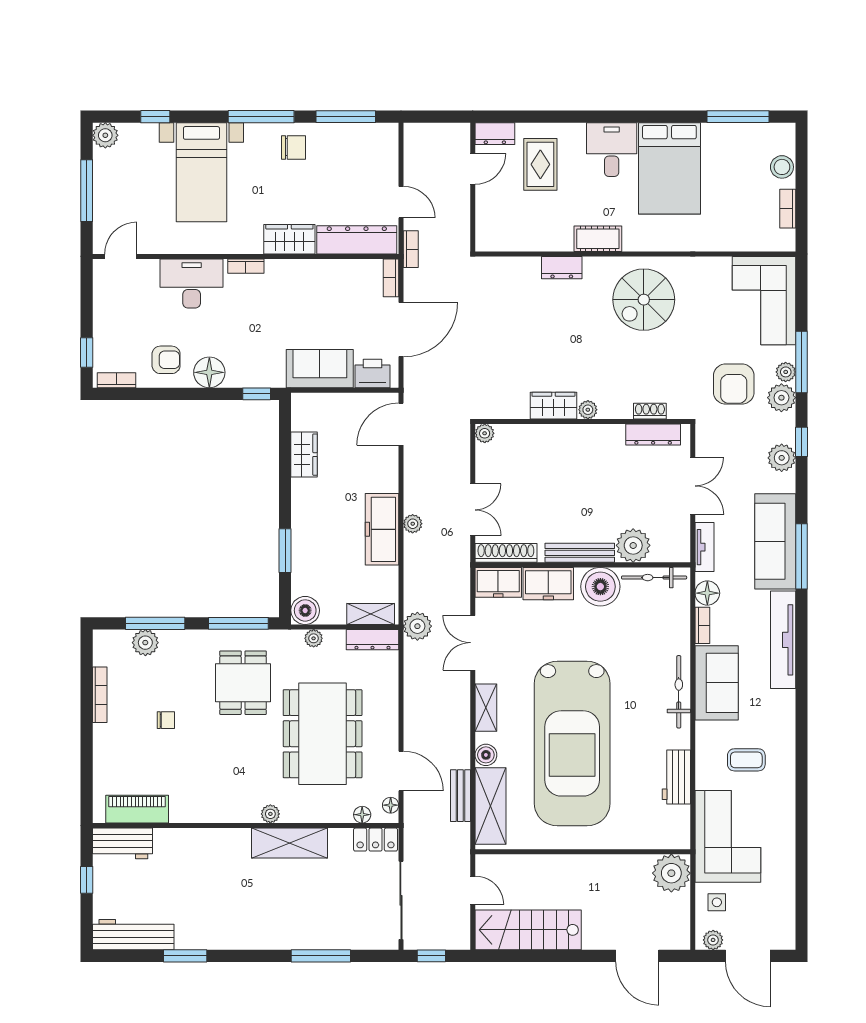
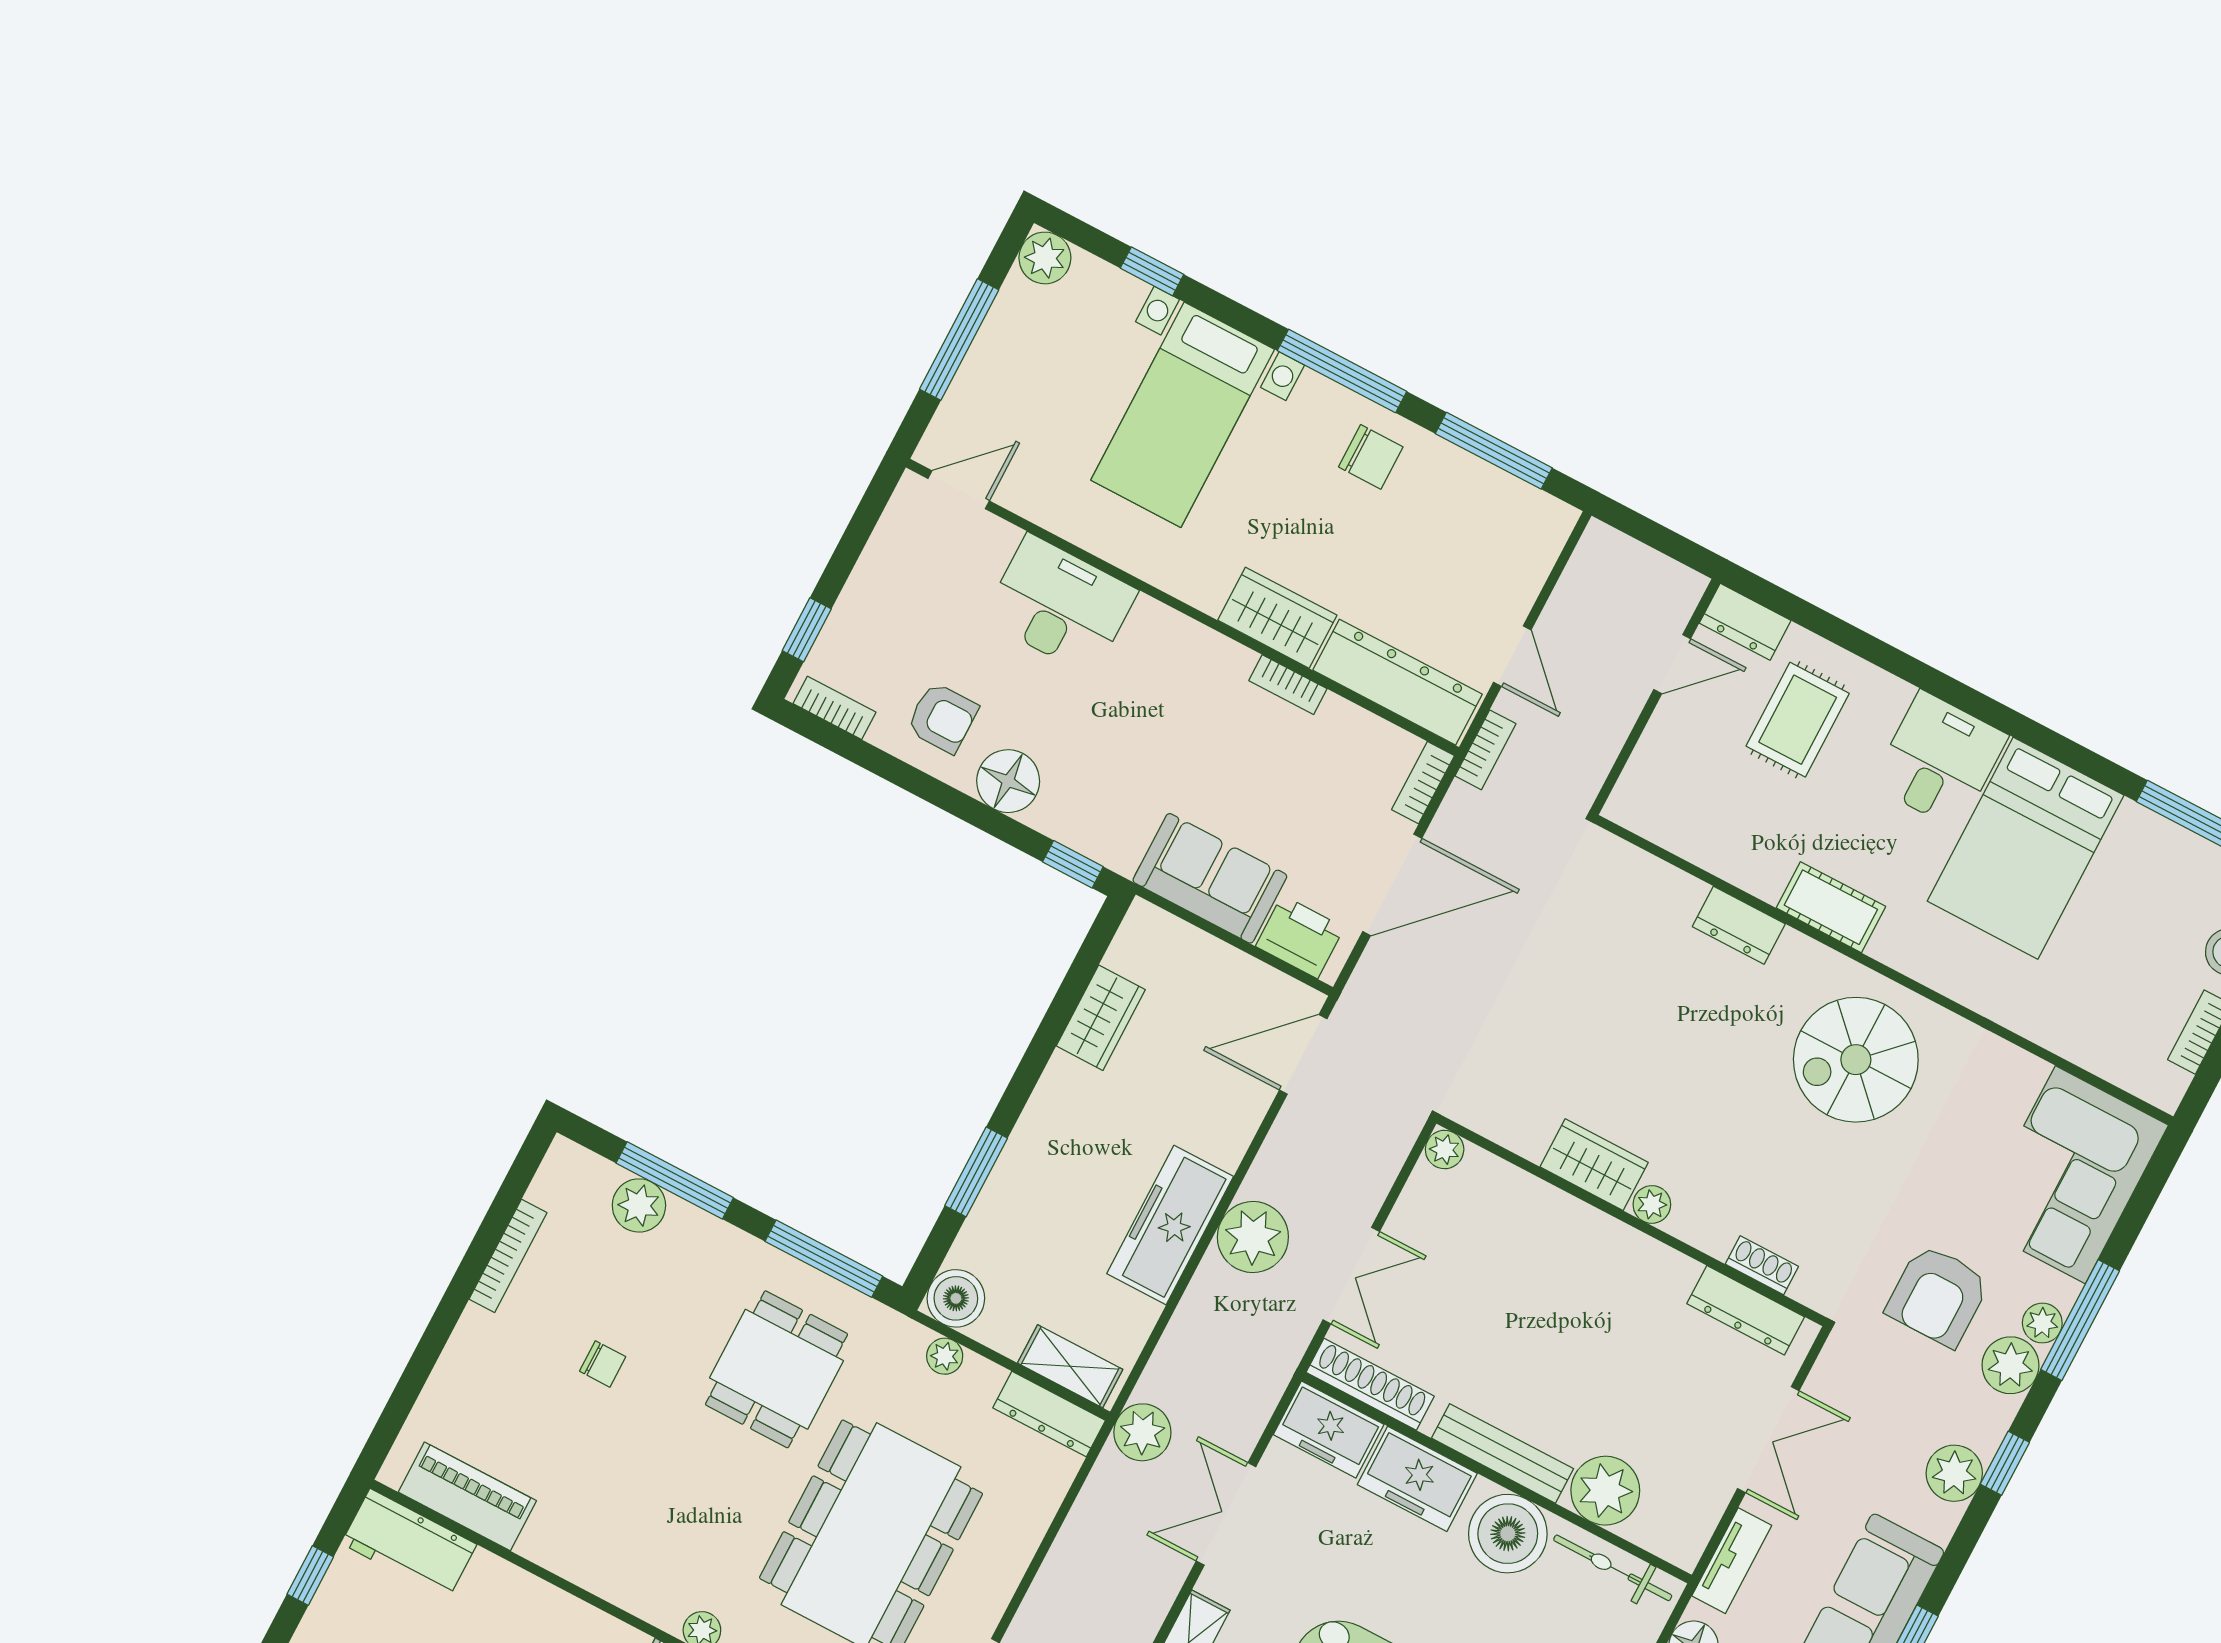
bookcase: (246, 266) -> (1288, 685), moved
plant: (413, 524) -> (1253, 1237), width x1.88, depth x1.88

